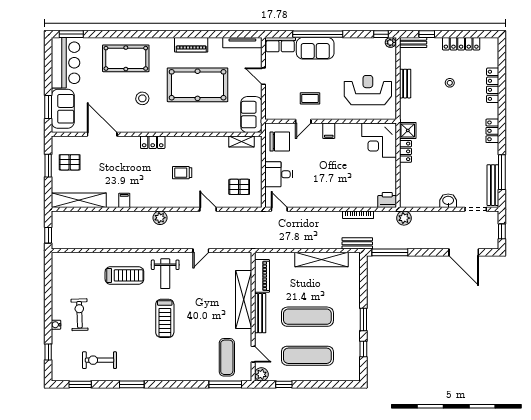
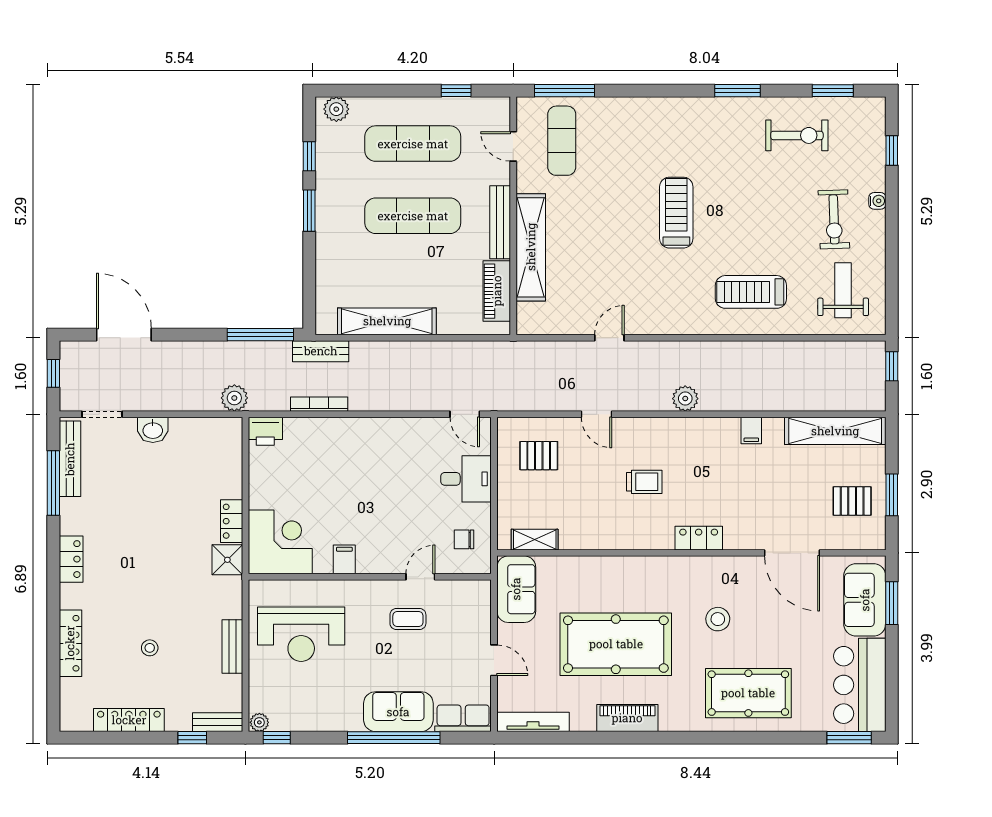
filing cabinet: (329, 131) -> (344, 559), moved
chair: (280, 142) -> (464, 539), width x0.54, depth x0.54
weight bench: (165, 274) -> (843, 290), moved
plant: (261, 374) -> (336, 109), moved

